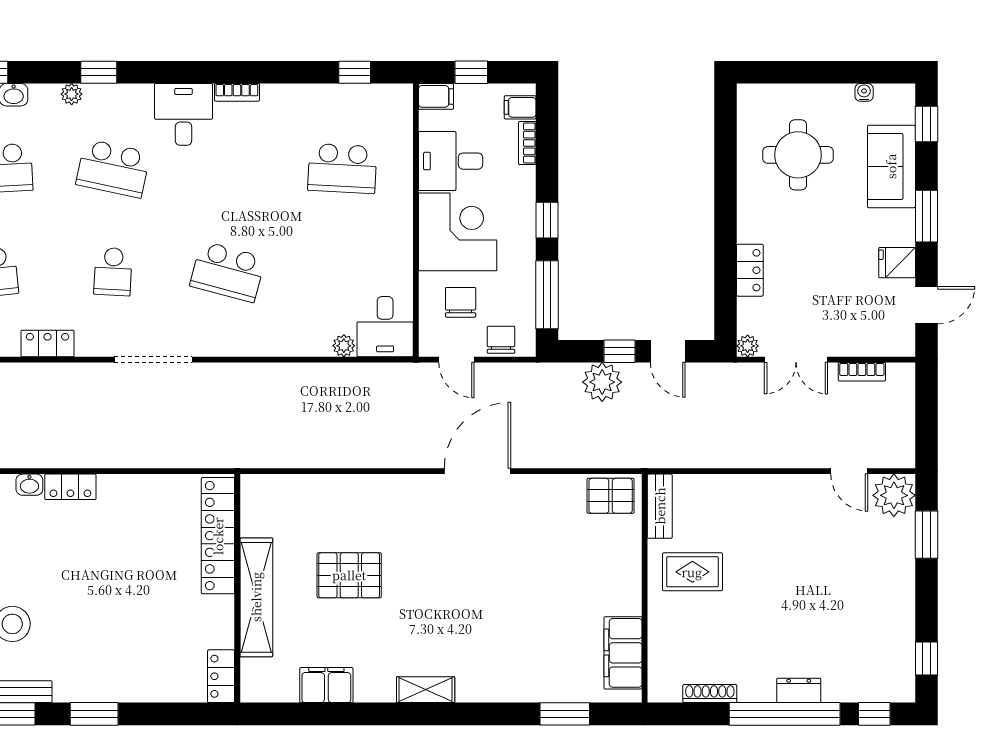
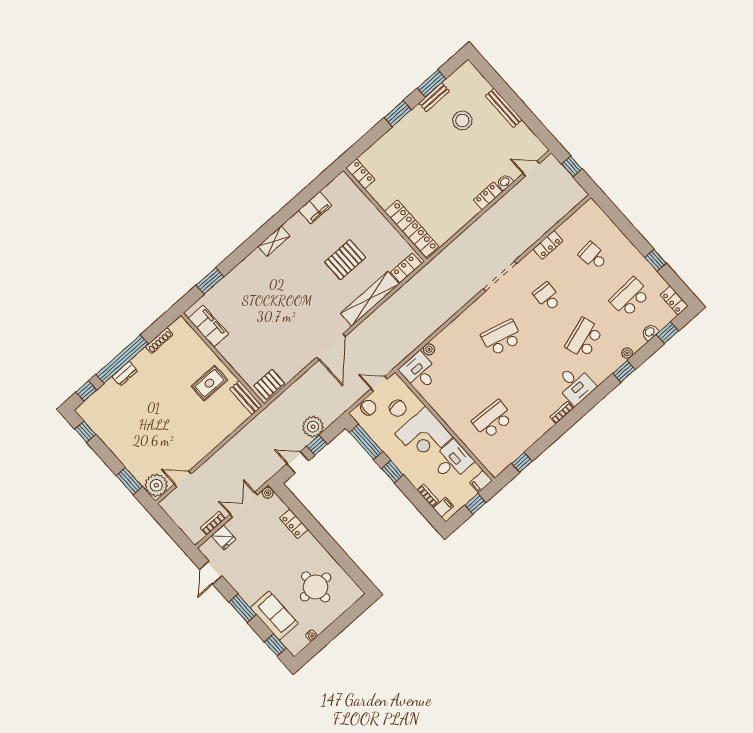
school desk: (113, 168) -> (584, 338), turned -30
fridge: (897, 263) -> (224, 537), moved, turned 90
chair: (501, 340) -> (368, 408), turned -90
locker: (274, 488) -> (406, 268), added
shelving: (256, 597) -> (370, 299), moved, turned 90

